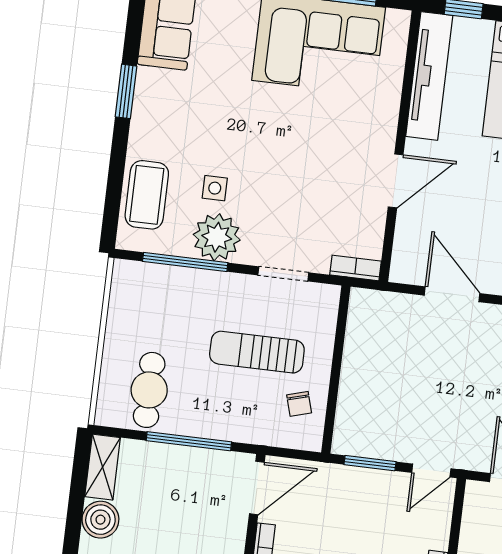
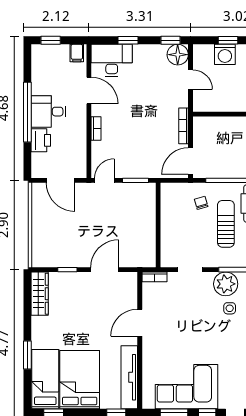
door: (452, 294) -> (105, 270), swing flipped
sun lounger: (257, 352) -> (226, 224), moved, turned -90
chair: (299, 404) -> (201, 203), moved

